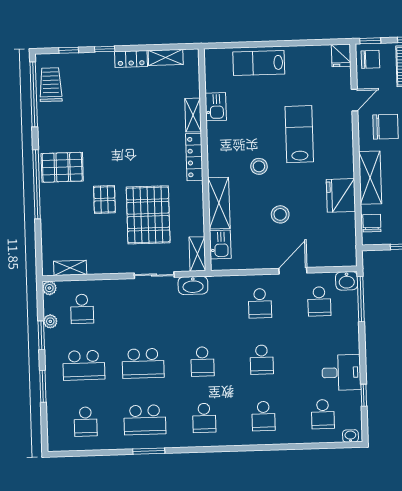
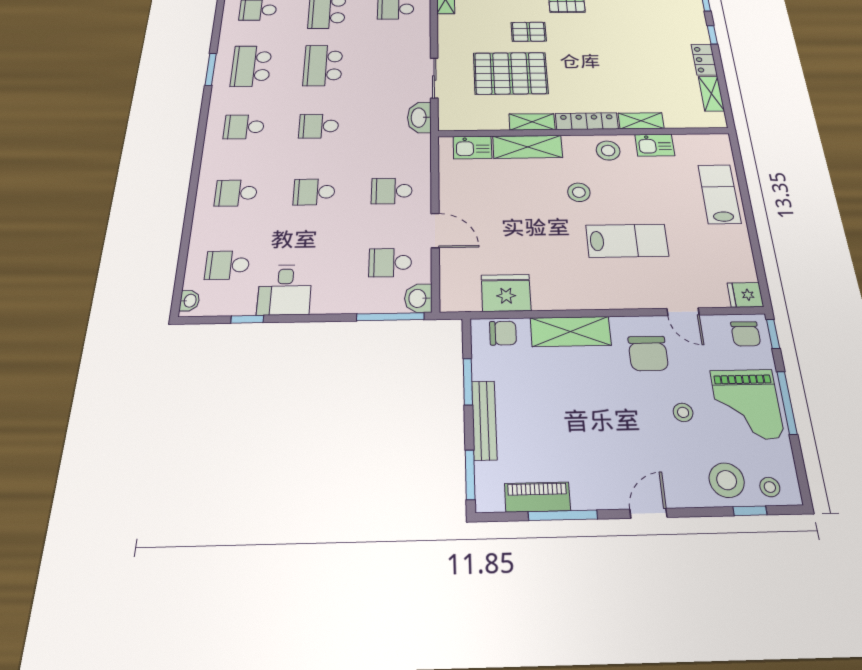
fridge: (341, 195) -> (506, 293), moved
stool: (280, 214) -> (608, 151), moved
shelving: (197, 254) -> (532, 122), moved

